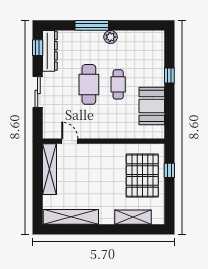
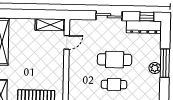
plant: (111, 37) -> (155, 68), moved
shelving: (49, 169) -> (50, 25), width x0.68

